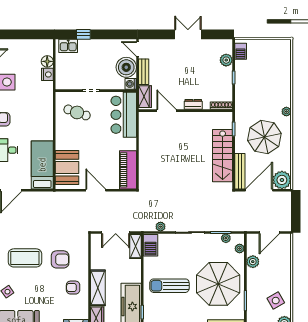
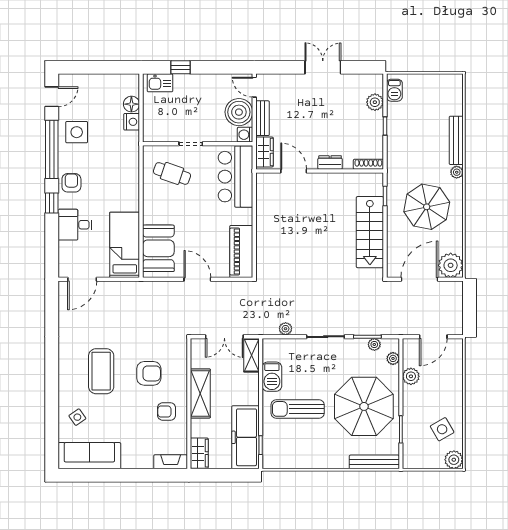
bench: (240, 171) -> (456, 140), moved
barbecue: (151, 245) -> (272, 377), moved
coffee table: (25, 258) -> (101, 371), turned 90
shelving: (98, 288) -> (200, 393), moved

